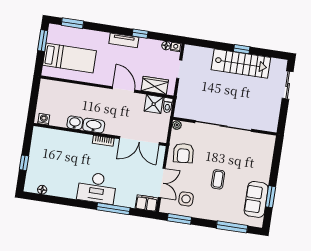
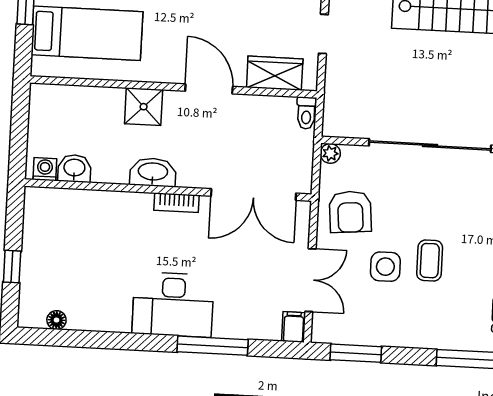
shower: (154, 104) -> (144, 107), moved
washbasin: (75, 123) -> (74, 168), moved
side table: (186, 199) -> (385, 267), moved
filing cabinet: (147, 203) -> (294, 327), width x0.50

